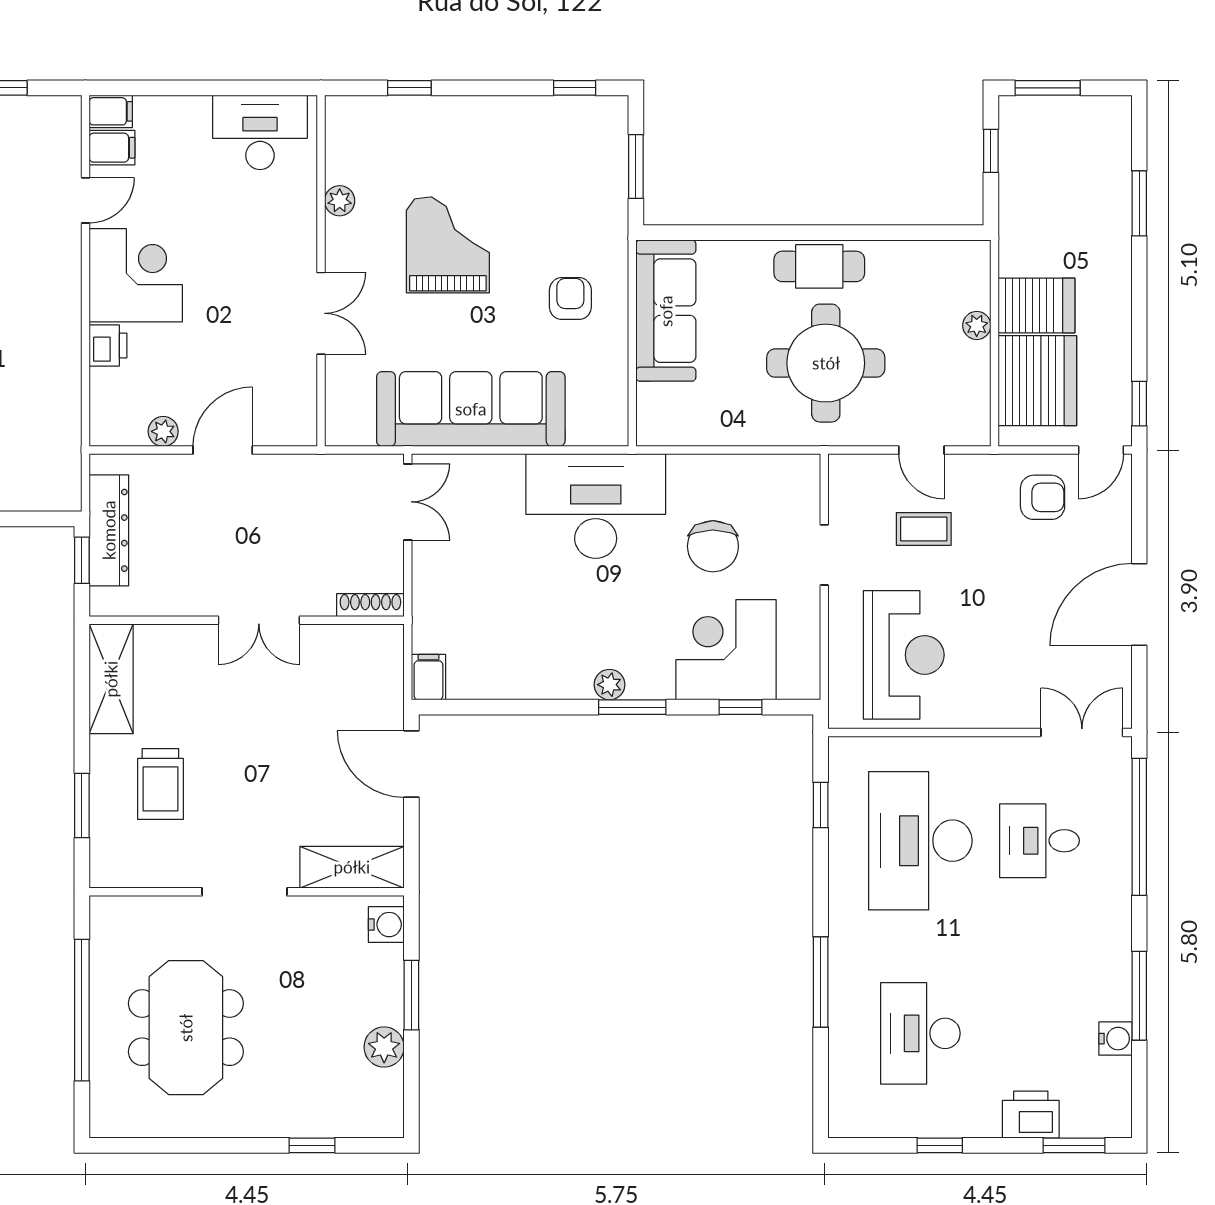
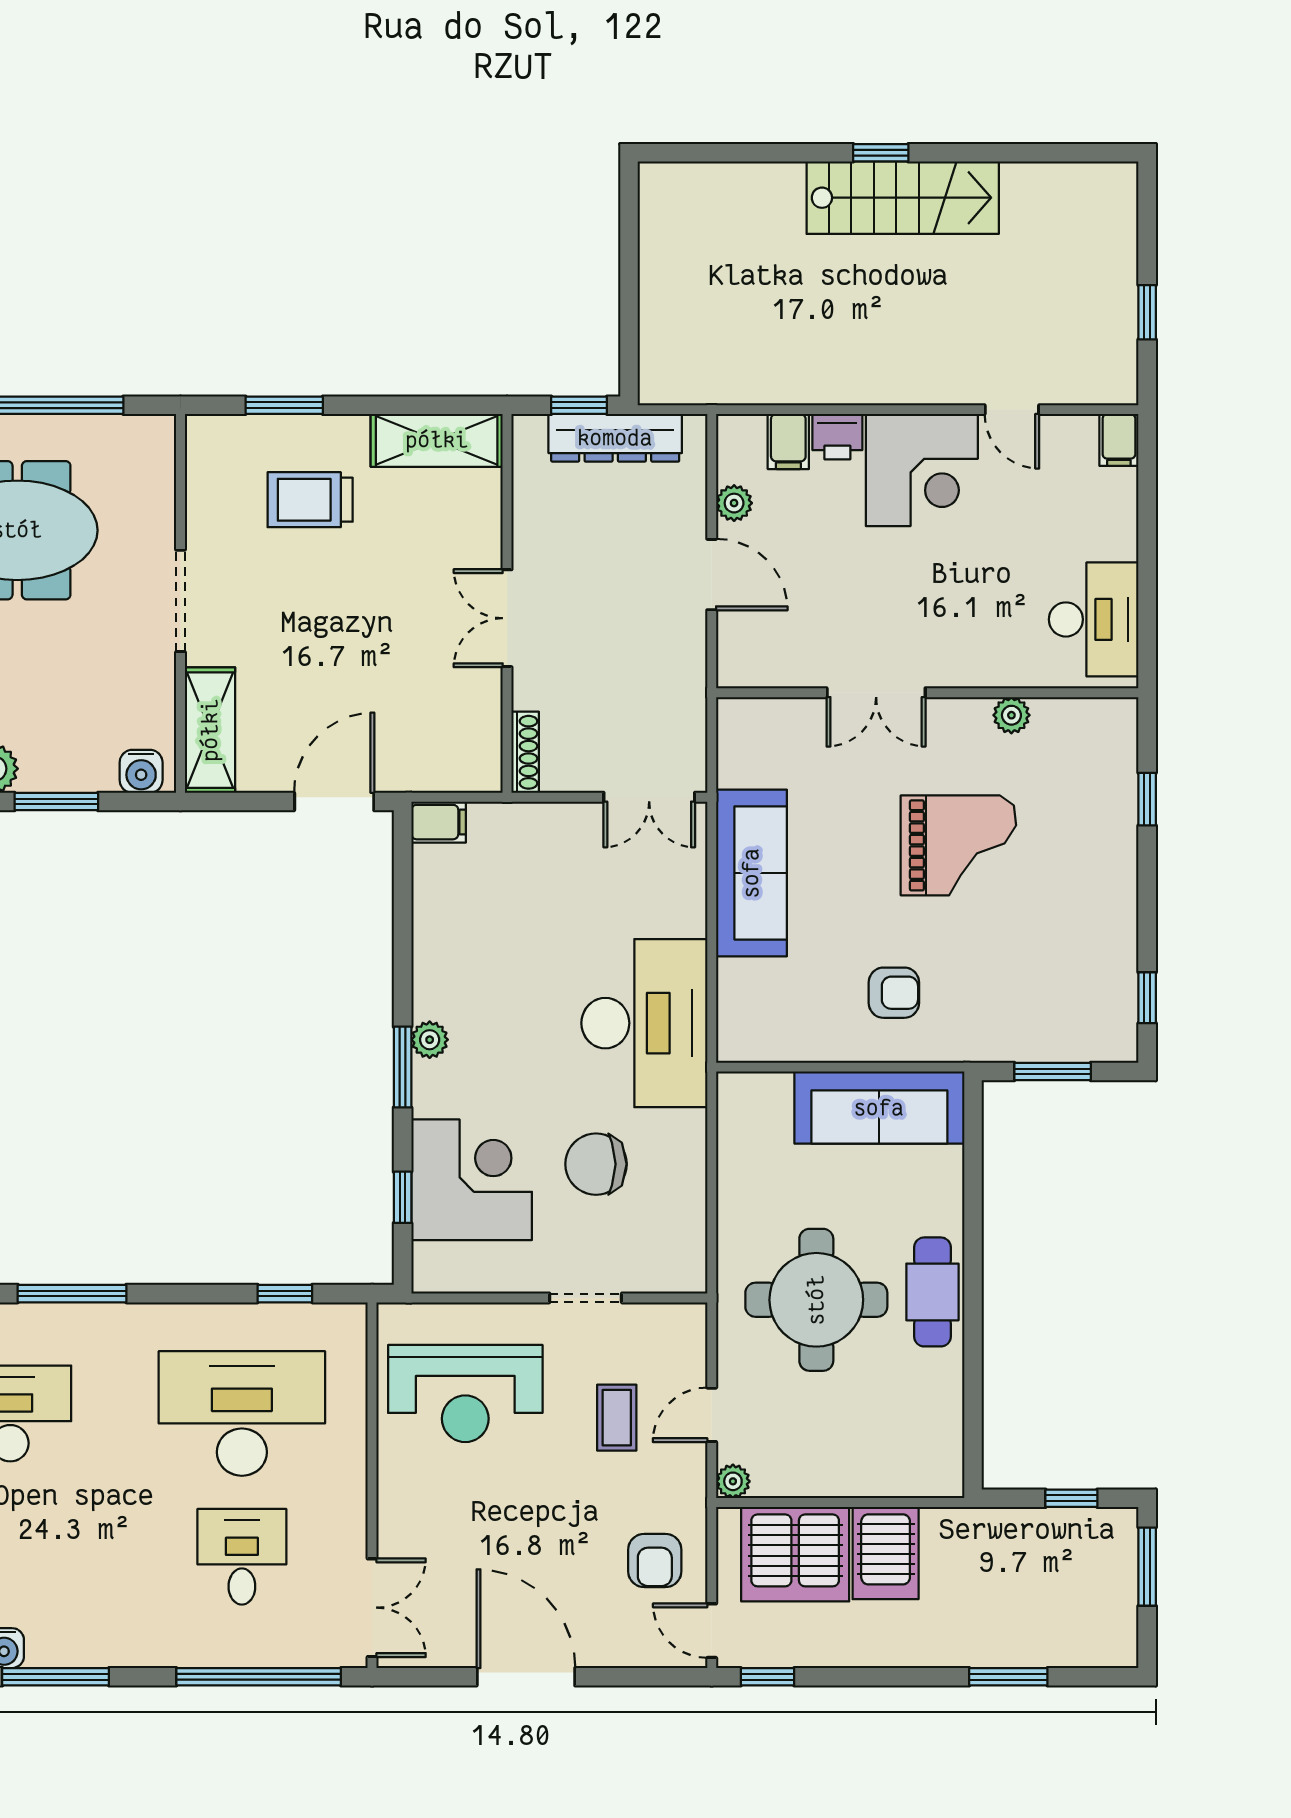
filing cabinet: (112, 148) -> (788, 442), moved
plant: (977, 325) -> (733, 1481), moved
sofa: (471, 409) -> (751, 873), width x0.74, depth x0.79

